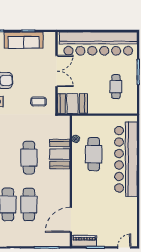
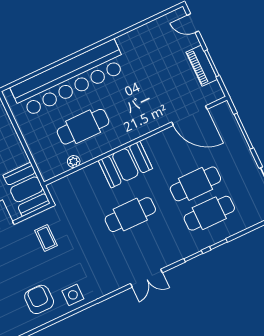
booth: (60, 154) -> (125, 165), moved
piano: (84, 241) -> (202, 66), moved

